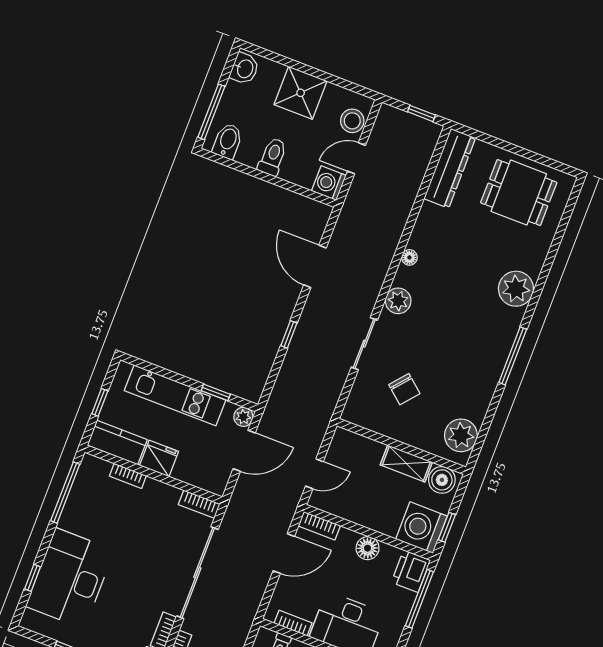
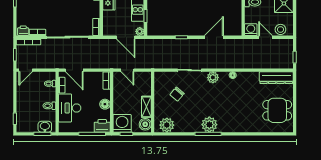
dining table: (519, 193) -> (277, 110), turned 90
plant: (516, 289) -> (209, 125), moved
door: (284, 554) -> (74, 70), moved

